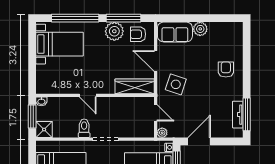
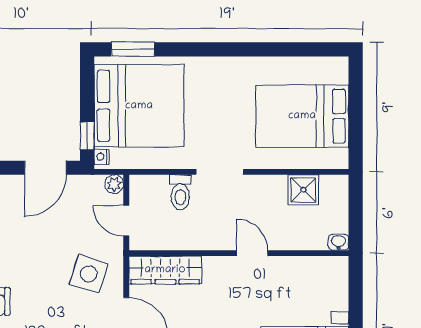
window: (32, 116) -> (356, 214), removed
toilet: (84, 128) -> (180, 192), moved
shower: (44, 130) -> (303, 190), moved

